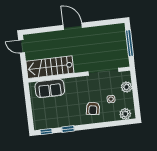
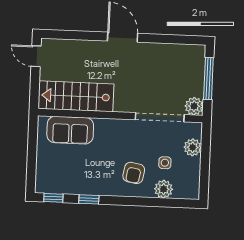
plant: (123, 62) -> (194, 106), added
plant: (125, 114) -> (164, 189), moved

